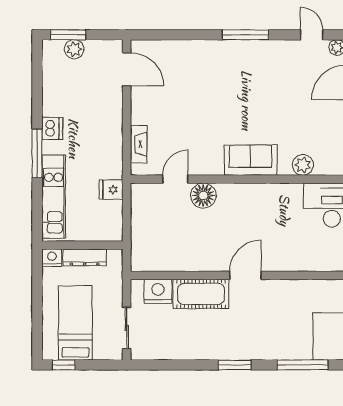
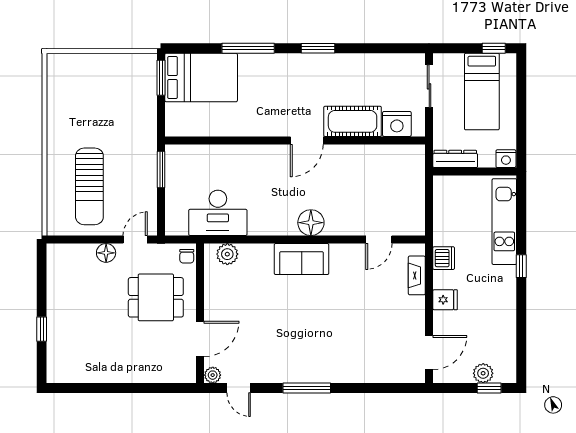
window: (68, 35) -> (489, 388), width x0.67
door: (127, 69) -> (429, 353), swing flipped
dishwasher: (52, 129) -> (444, 258), moved, turned 180
window: (37, 153) -> (521, 266), width x0.46
plant: (303, 165) -> (227, 254), moved
fridge: (111, 190) -> (445, 300), moved
floor lamp: (203, 196) -> (311, 223), moved
dresser: (85, 257) -> (455, 159), moved

